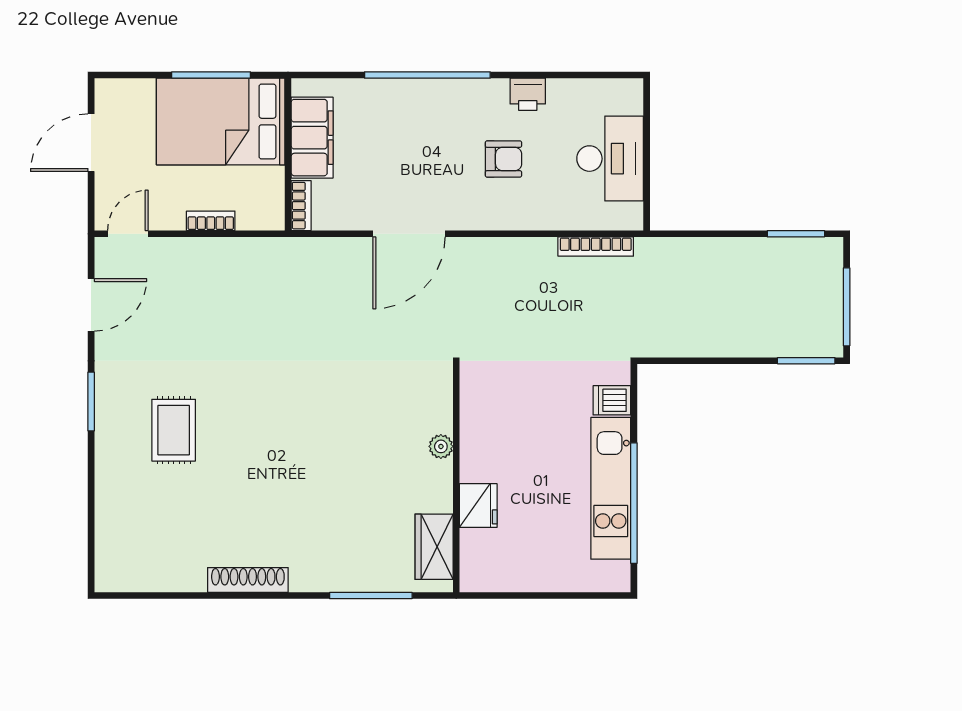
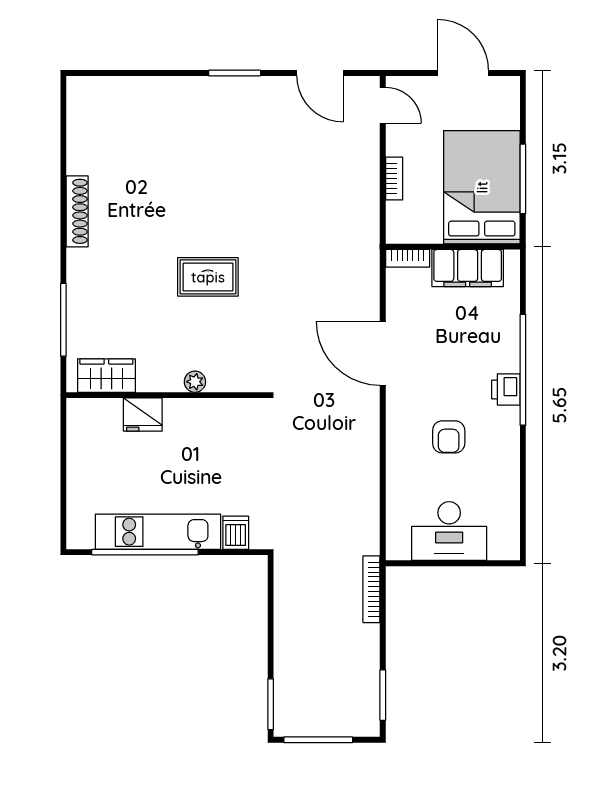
printer: (528, 94) -> (506, 389), moved
bookcase: (596, 247) -> (371, 589), moved
rug: (174, 430) -> (208, 277), moved

